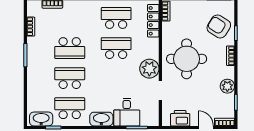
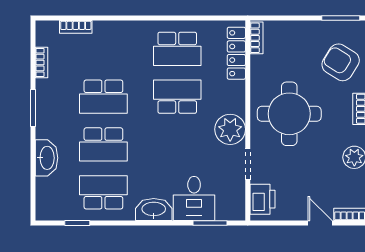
school desk: (116, 18) -> (177, 49), turned 180
school desk: (70, 78) -> (103, 144), turned 180
printer: (180, 118) -> (263, 199), moved, turned 90
washbasin: (41, 119) -> (46, 158), moved, turned 90

